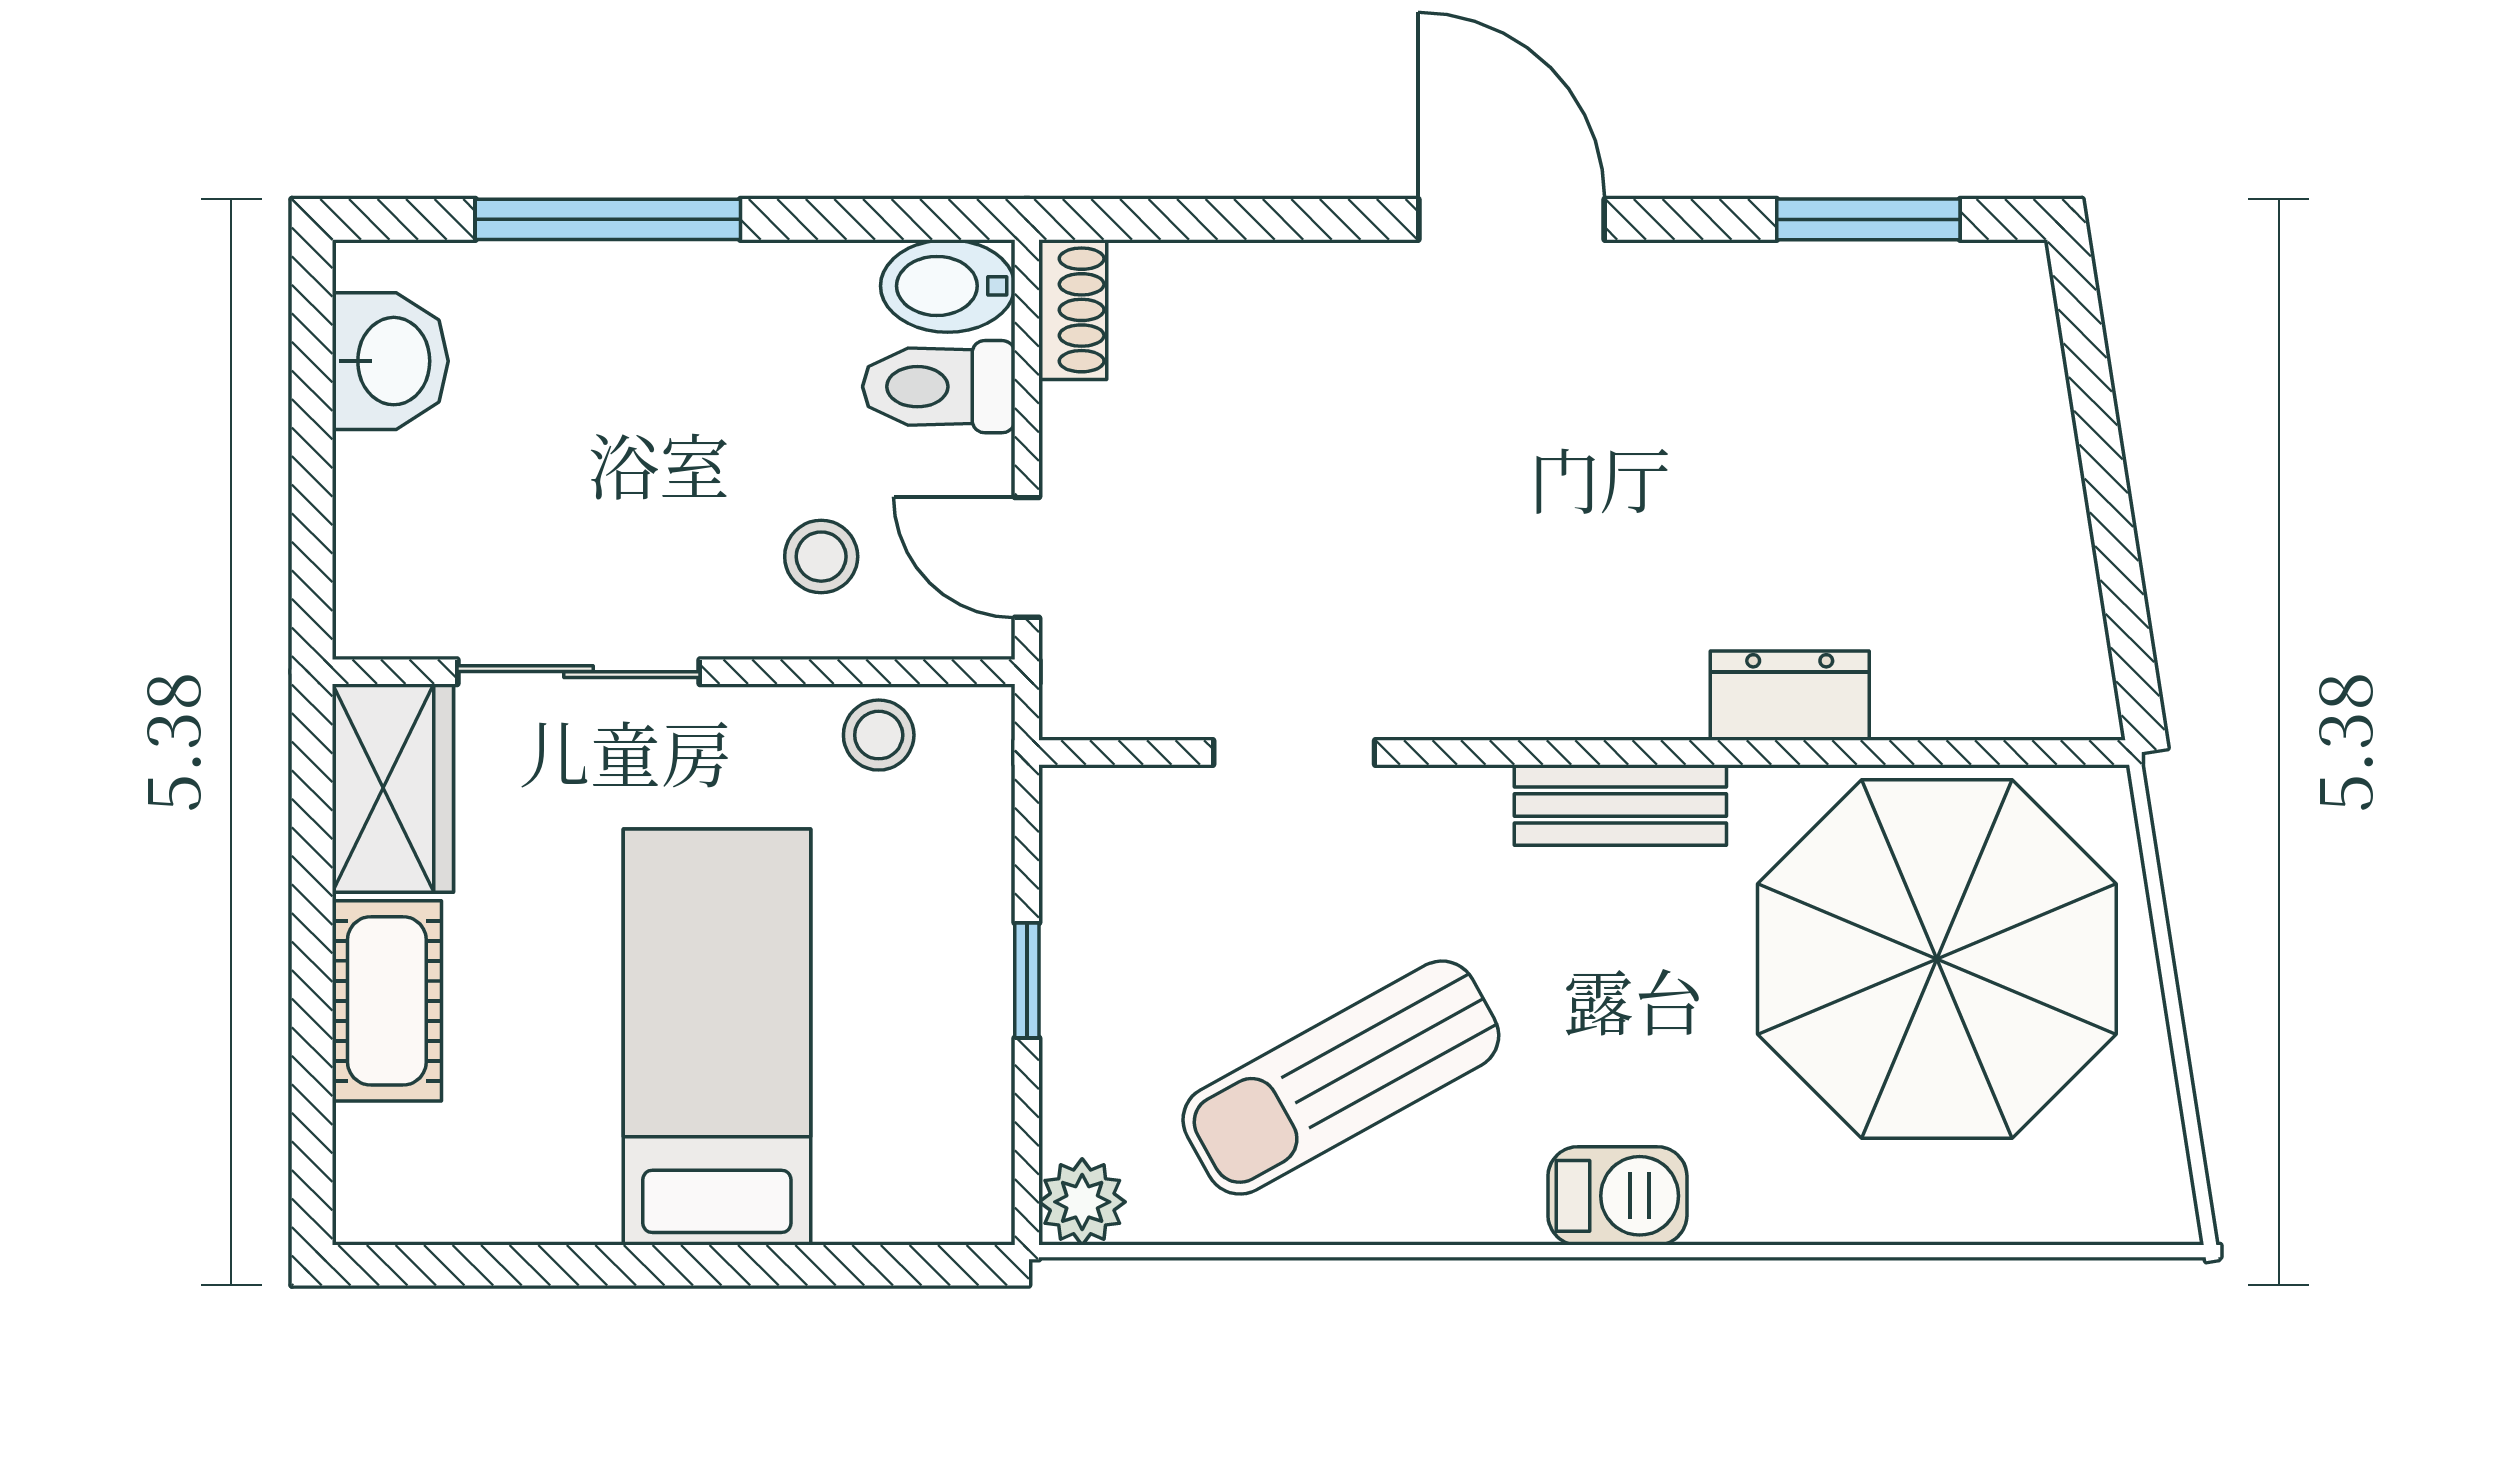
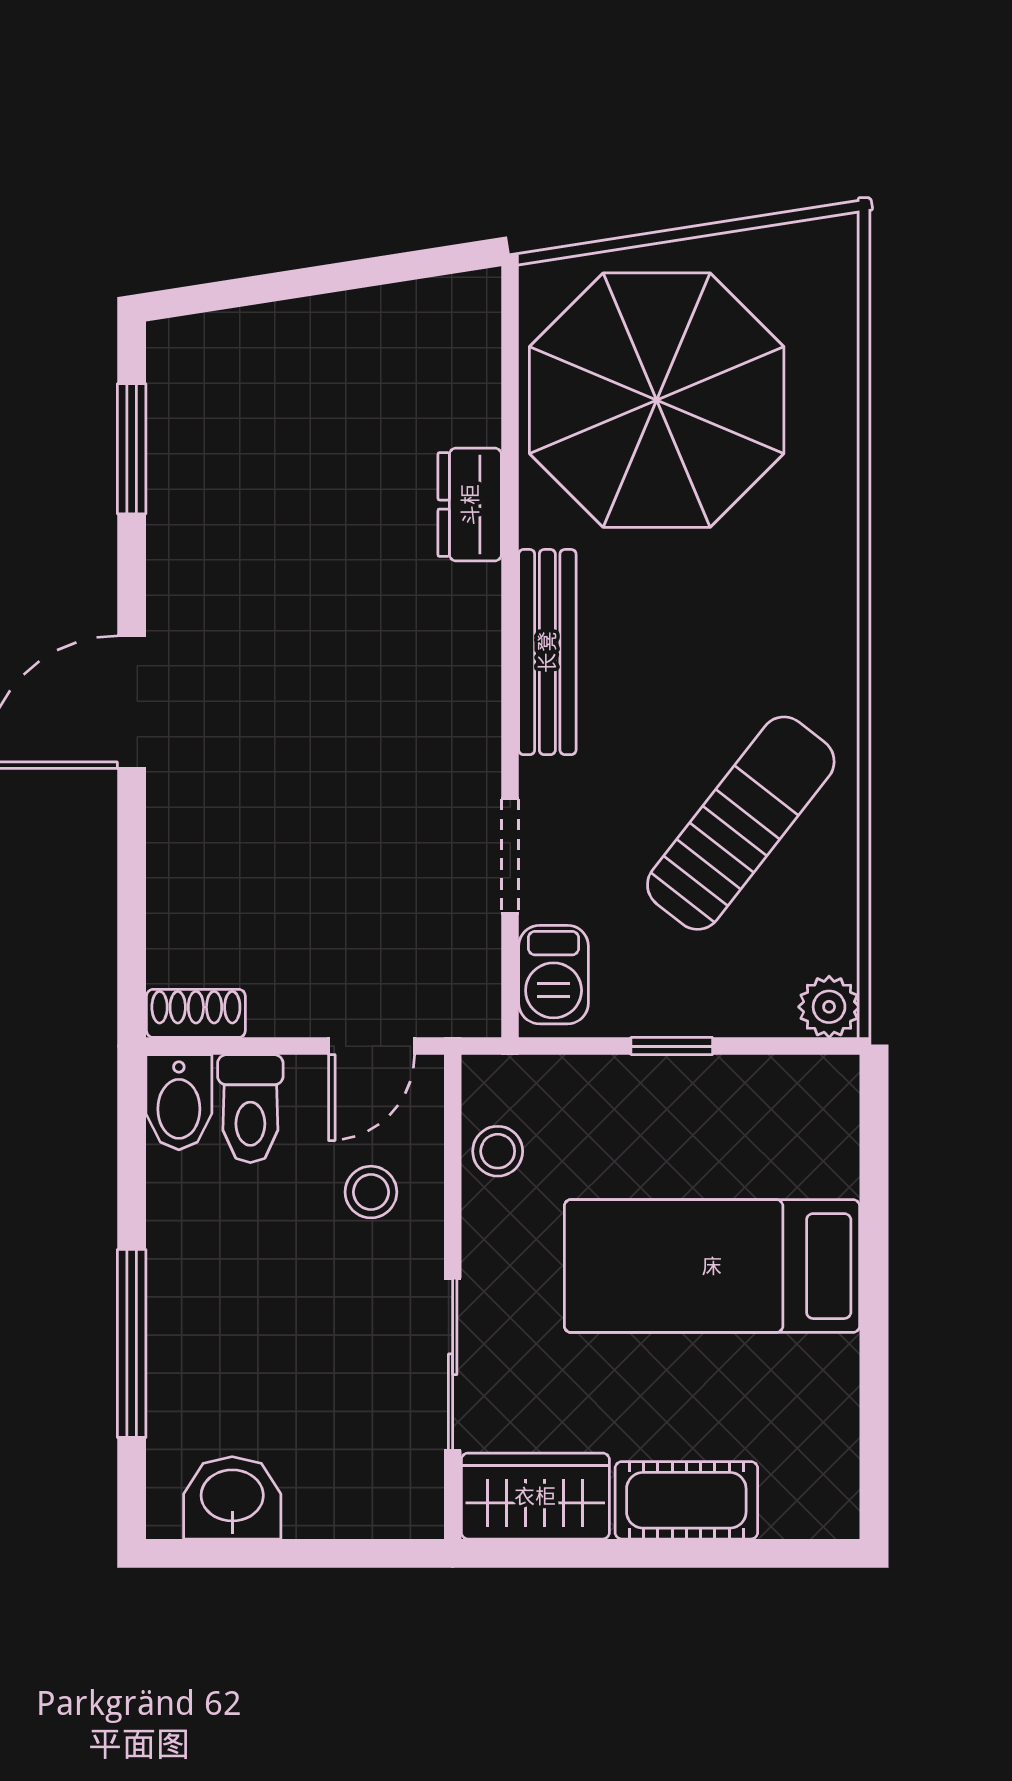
bench: (1620, 805) -> (547, 652), width x1.36
sun lounger: (1341, 1078) -> (741, 823), turned -113
barbecue: (1617, 1196) -> (554, 975), moved, turned 180

